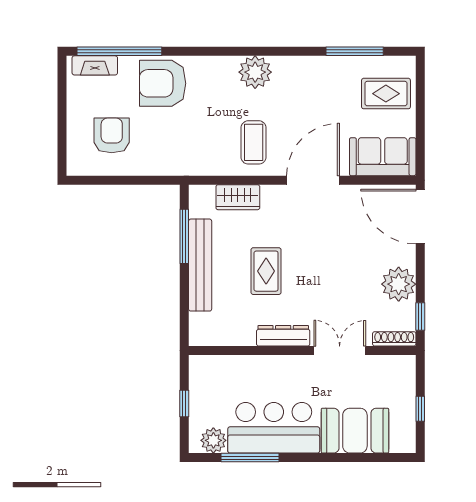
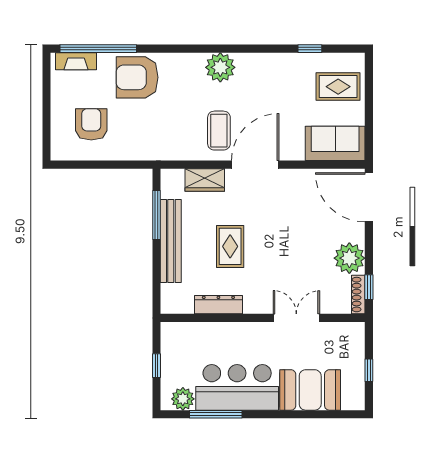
window: (355, 51) -> (310, 49), width x0.46
door: (313, 180) -> (255, 165), moved
dresser: (283, 336) -> (218, 305), moved
shoe rack: (394, 339) -> (358, 295), moved, turned -90

